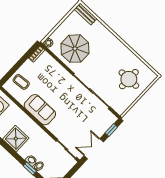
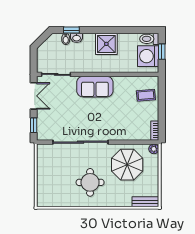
round table: (129, 79) -> (90, 182), moved
sofa: (40, 110) -> (95, 87), moved

